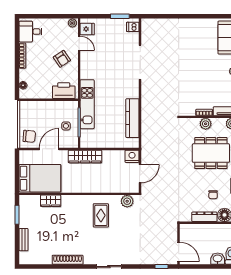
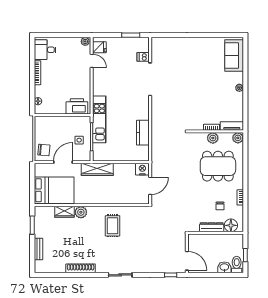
dishwasher: (133, 27) -> (143, 57), moved
armchair: (62, 59) -> (75, 76), removed
kitchen counter: (132, 118) -> (143, 133), width x0.67
plant: (127, 201) -> (81, 212), moved

